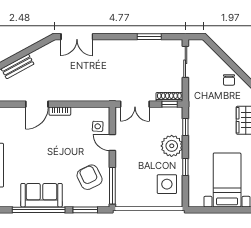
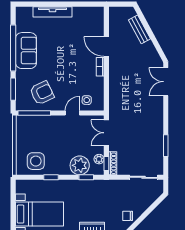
plant: (165, 112) -> (99, 159), added
plant: (172, 146) -> (80, 165), moved

